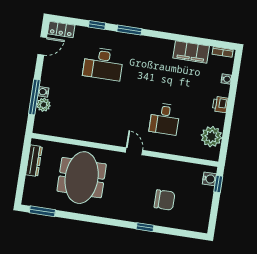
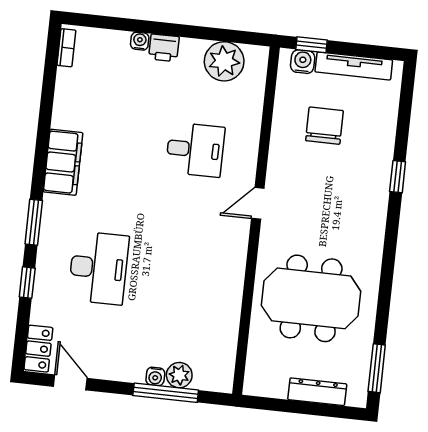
filing cabinet: (191, 52) -> (63, 162), moved
water cooler: (226, 79) -> (140, 41), moved
dresser: (34, 161) -> (317, 392), moved
chair: (165, 200) -> (324, 126), moved
tv unit: (206, 206) -> (354, 66), added

